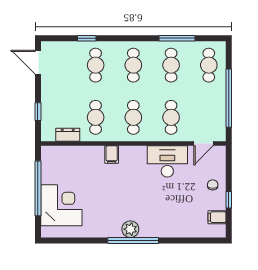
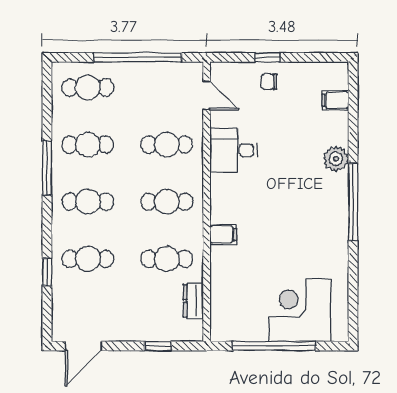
window: (177, 38) -> (47, 168), moved
desk: (167, 161) -> (234, 150), width x0.73
window: (229, 200) -> (267, 57), moved
filing cabinet: (217, 217) -> (335, 100), moved, turned 90
plant: (130, 229) -> (336, 159), moved

